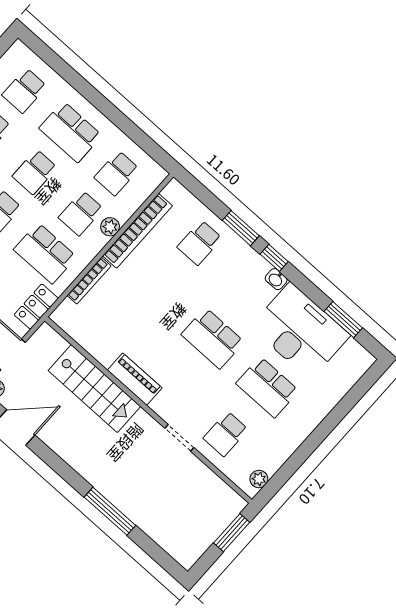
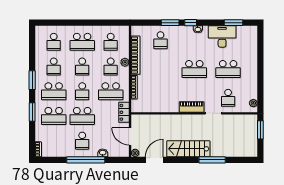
desk: (300, 331) -> (222, 36), width x0.73, depth x0.77
piano: (135, 379) -> (192, 107), moved
stairs: (94, 389) -> (188, 149), moved, turned 180

